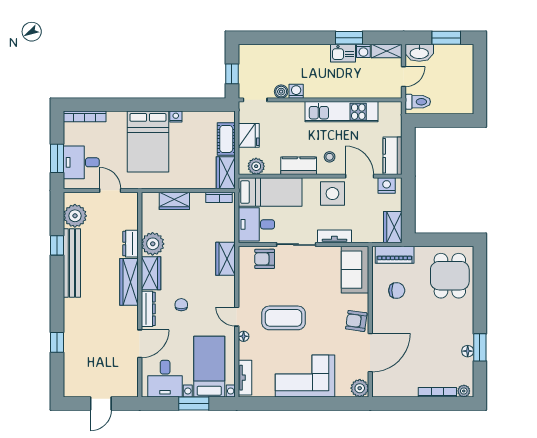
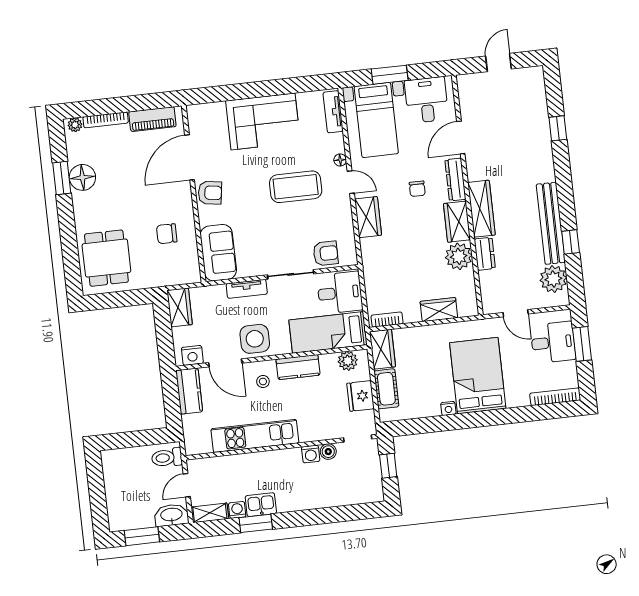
piano: (395, 255) -> (152, 119), moved, turned 180
wardrobe: (225, 259) -> (368, 217), moved
floor lamp: (468, 351) -> (82, 177), width x1.89, depth x1.89
plant: (360, 388) -> (197, 114), removed

